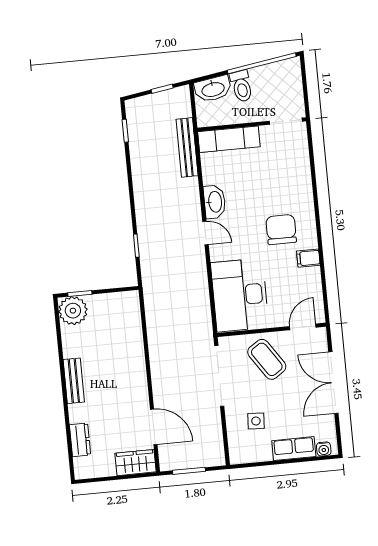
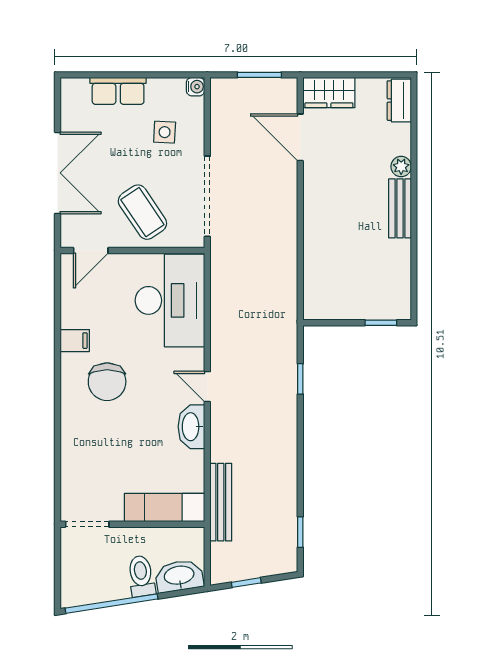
plant: (73, 311) -> (401, 167), moved, width x0.53, depth x0.53
dresser: (80, 440) -> (399, 101), moved
water cooler: (324, 449) -> (196, 87), moved, turned 90

